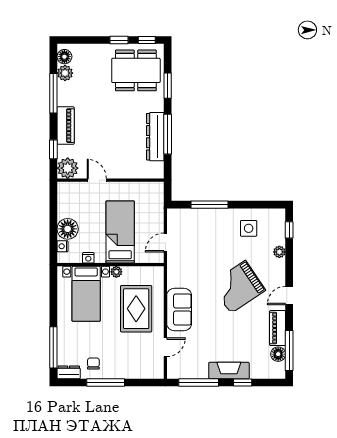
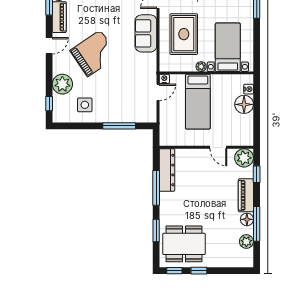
floor lamp: (64, 57) -> (247, 219), moved
dresser: (155, 137) -> (167, 170), moved
plant: (279, 252) -> (62, 84), width x1.87, depth x1.87
nightstand: (88, 258) -> (164, 79), moved

